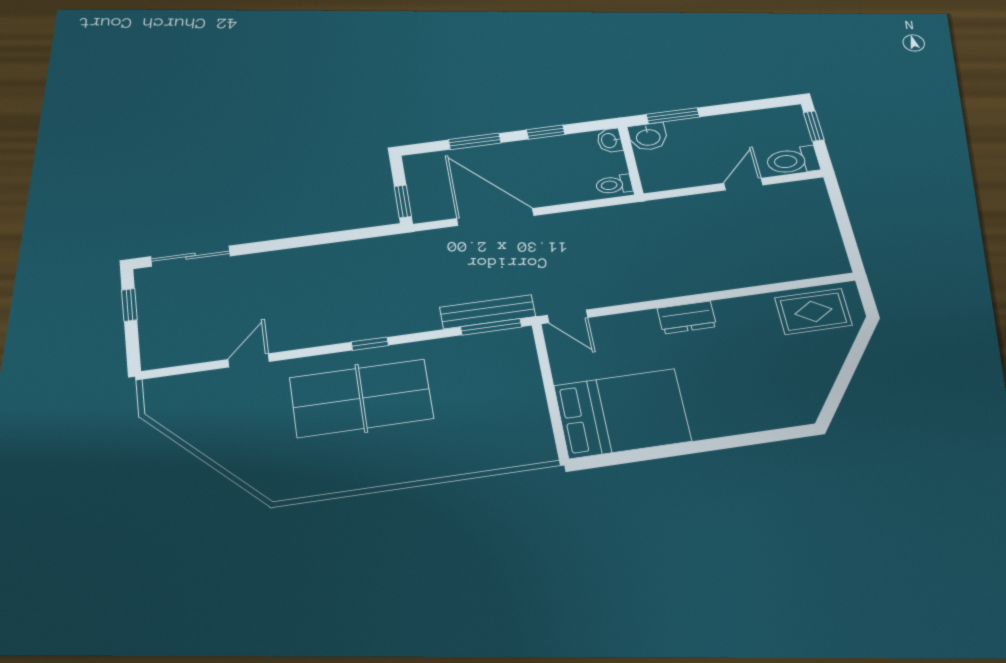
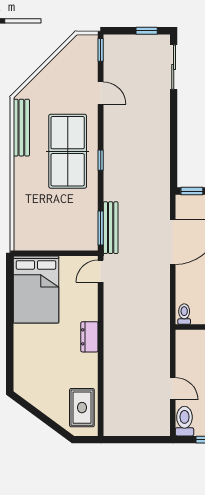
window: (170, 371) -> (101, 50), added
bench: (328, 480) -> (21, 128), added

